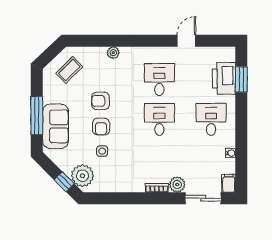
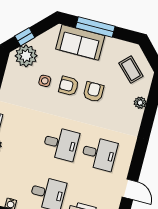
plant: (113, 53) -> (140, 103), moved

